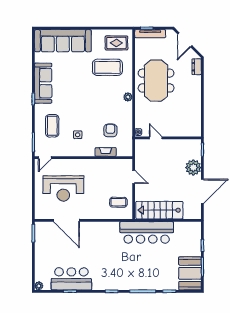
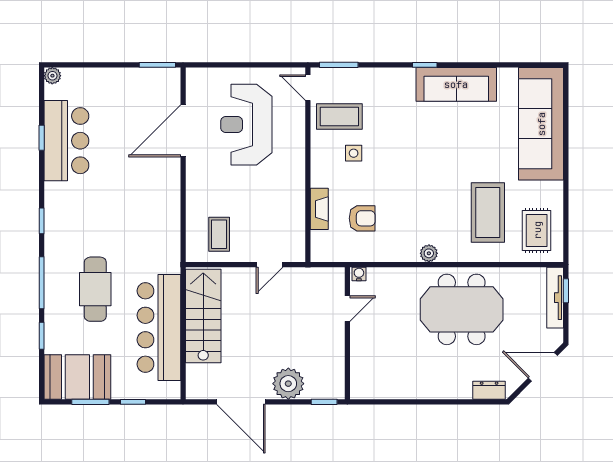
coffee table: (52, 126) -> (339, 117), moved
bar counter: (147, 232) -> (159, 328), moved
cafe table: (146, 264) -> (95, 289), added

